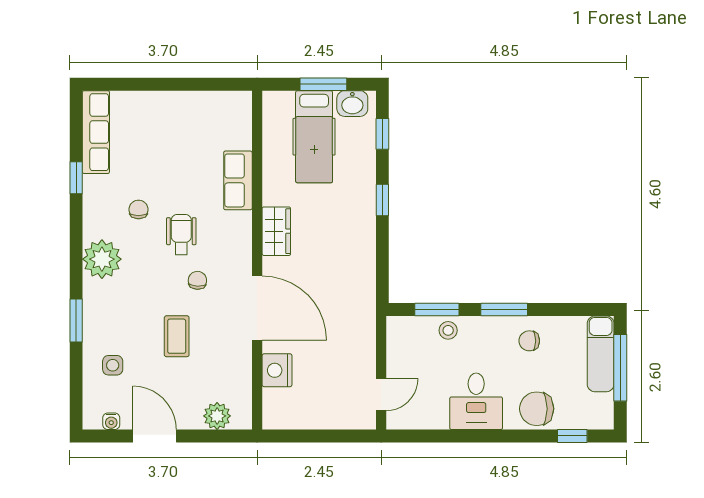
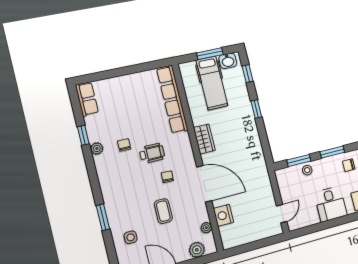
row of seats: (96, 132) -> (87, 99), width x0.68
row of seats: (238, 180) -> (172, 99), width x2.02
wheelchair: (181, 234) -> (152, 153), turned 90
plant: (102, 259) -> (97, 148), moved, width x0.53, depth x0.53
plant: (242, 383) -> (206, 228), added

